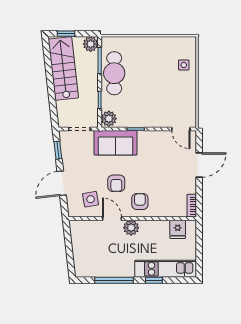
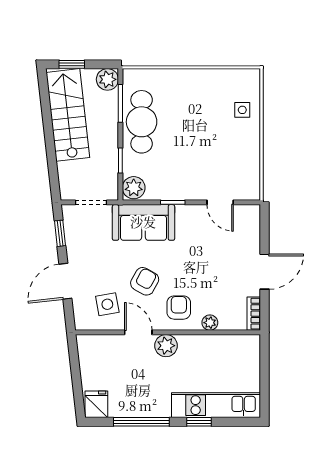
door: (181, 129) -> (220, 202), moved
door: (199, 165) -> (265, 272), moved
armchair: (116, 183) -> (145, 281), turned -151
plant: (161, 212) -> (210, 323), added
fridge: (178, 229) -> (96, 404), moved, turned 180

